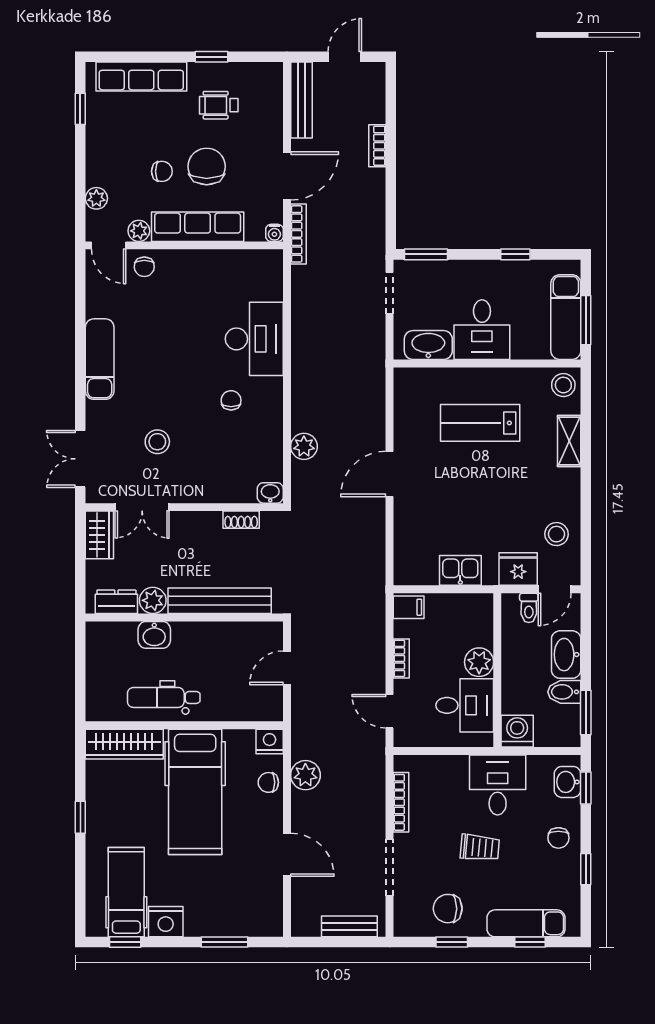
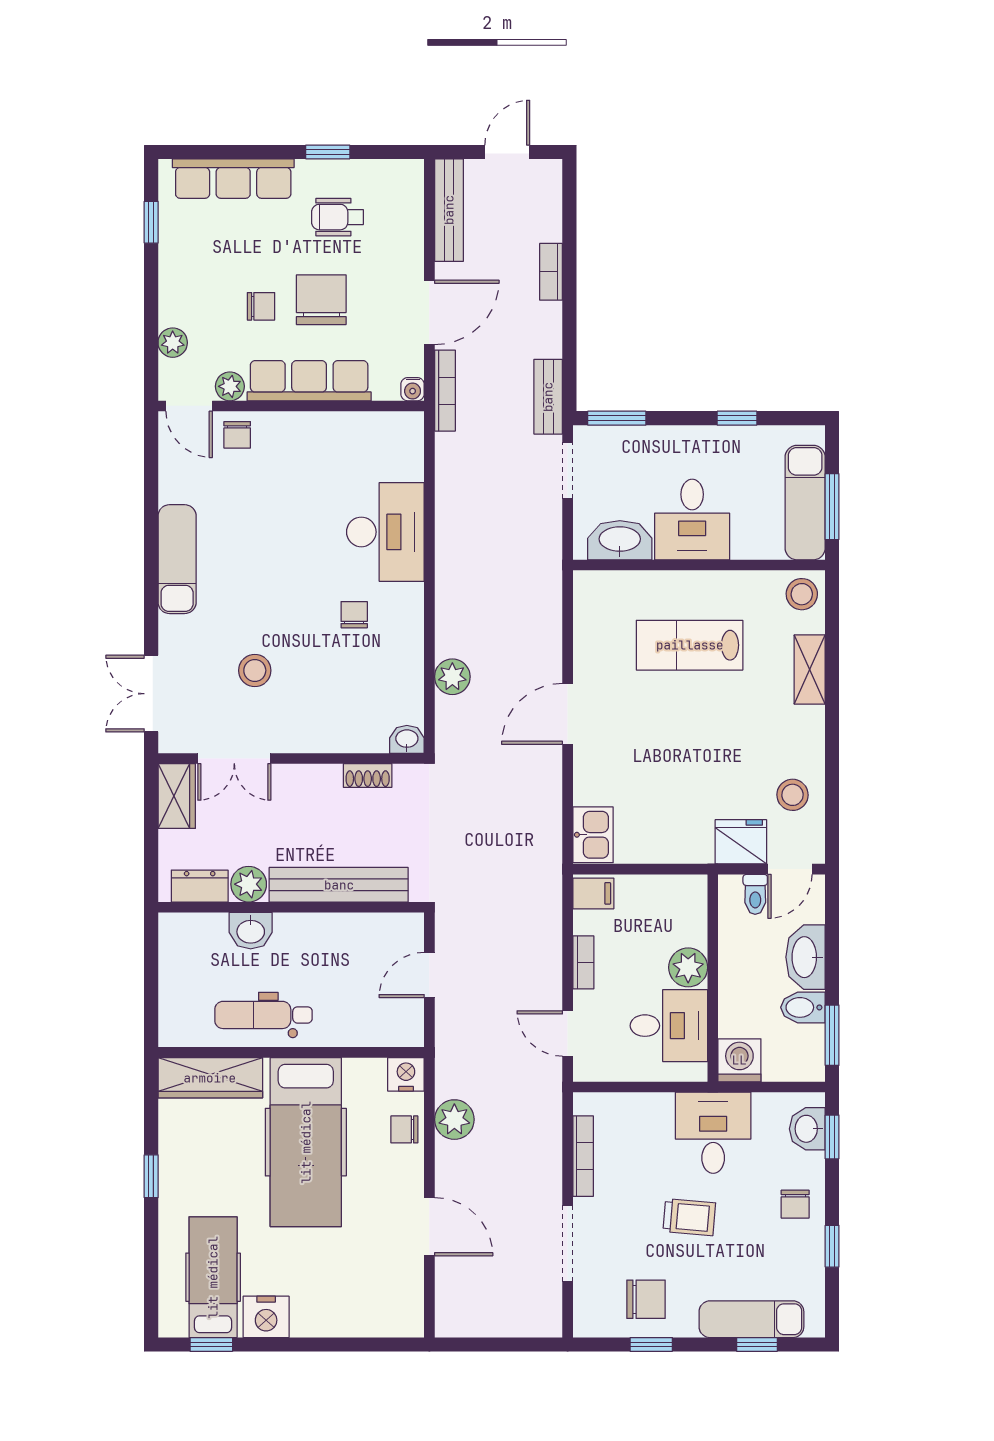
kitchen sink: (460, 570) -> (593, 835), moved, turned 90
chair: (448, 909) -> (646, 1299), turned 180
bench: (349, 926) -> (548, 397), moved, turned 90
window: (224, 942) -> (345, 1344), removed

